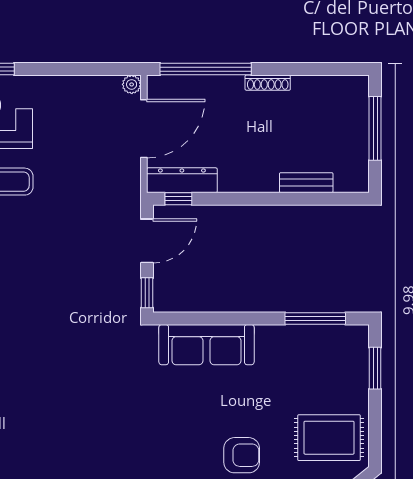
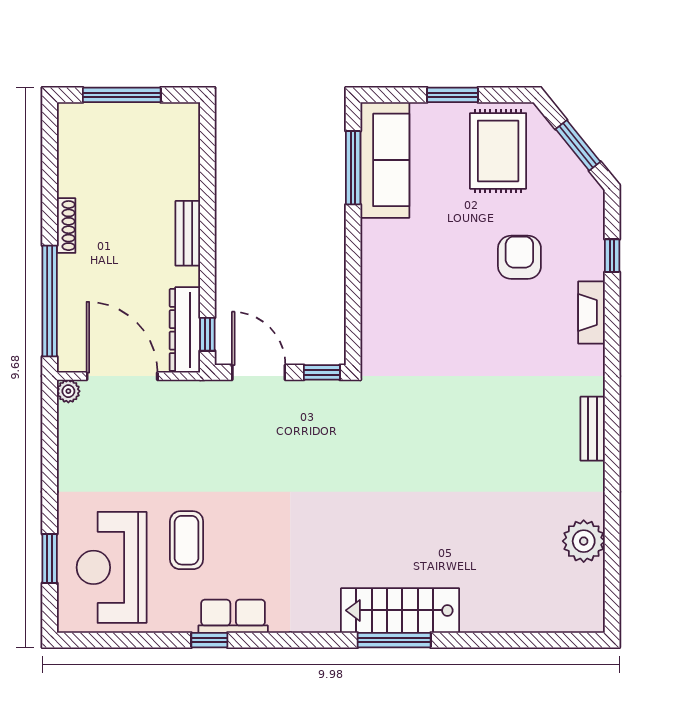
bench: (306, 183) -> (188, 233), moved
sofa: (206, 345) -> (385, 160), moved
window: (375, 368) -> (452, 95), moved

